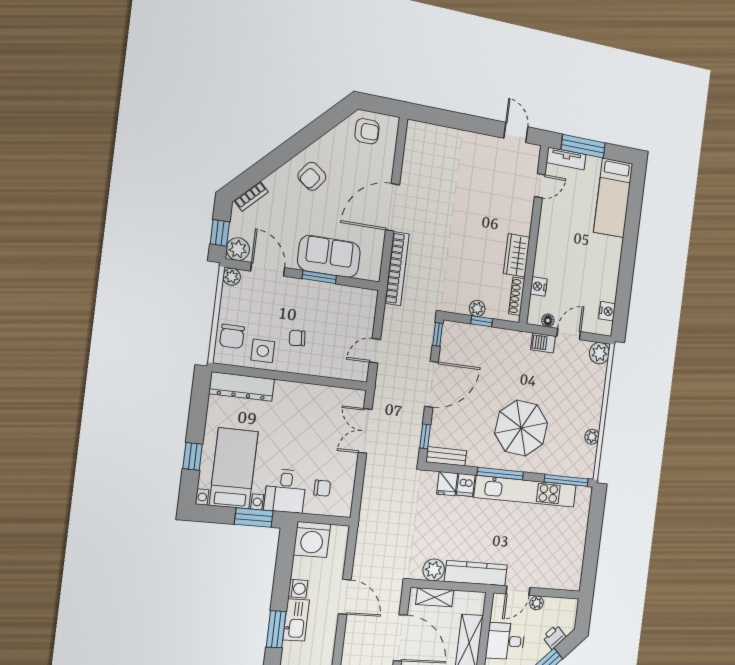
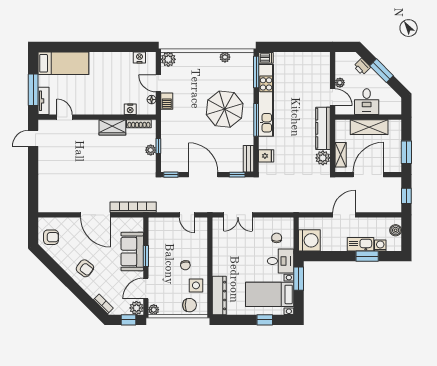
armchair: (367, 131) -> (51, 237), turned 90
dishwasher: (466, 485) -> (266, 58), moved
washing machine: (298, 589) -> (380, 245), moved

